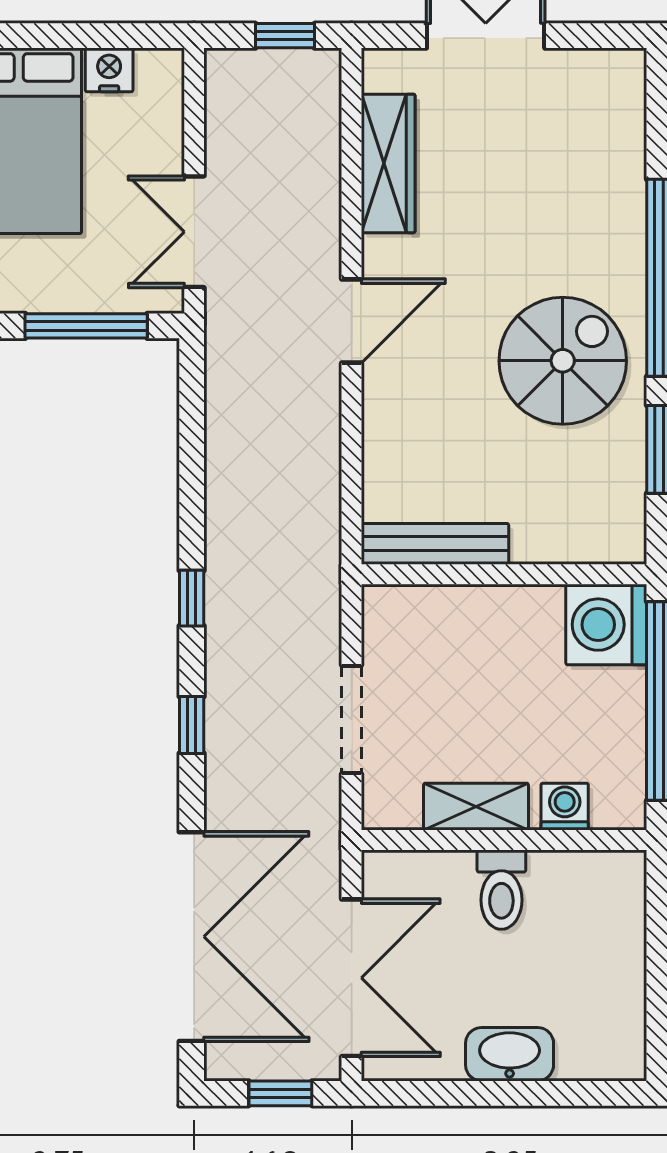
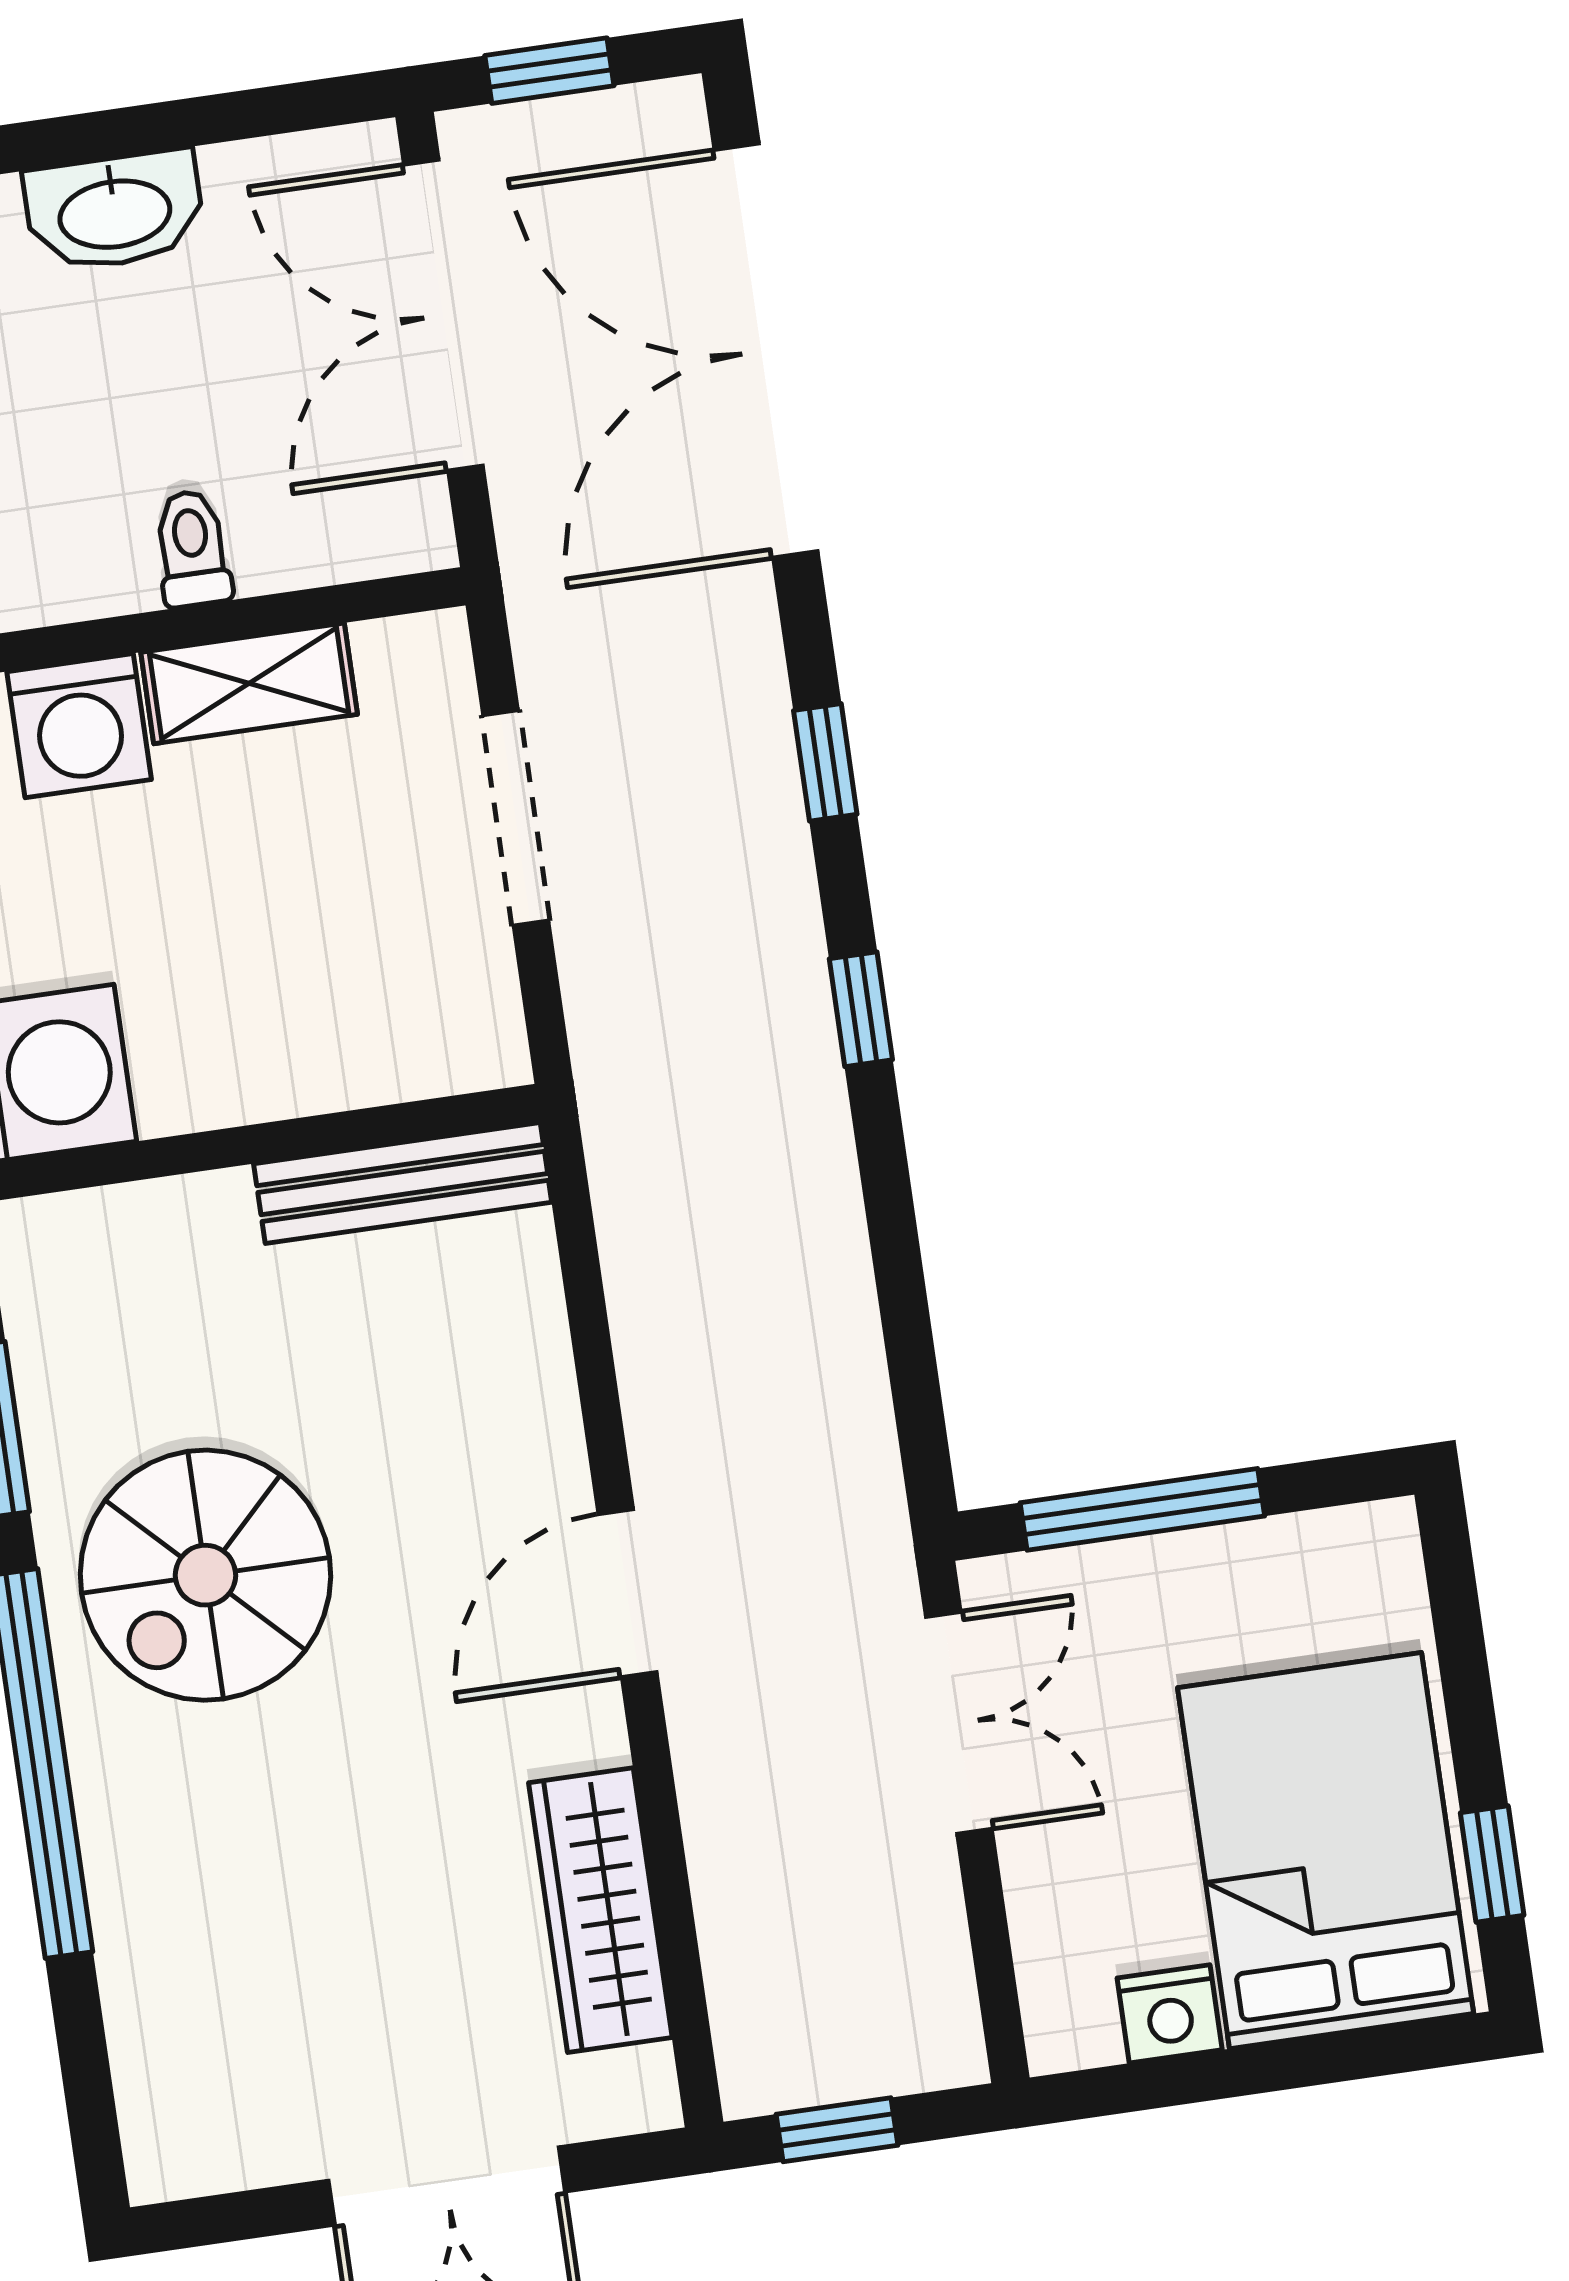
washing machine: (565, 807) -> (79, 726), width x1.38, depth x1.38
toilet: (501, 890) -> (192, 549), width x0.73, depth x0.72

